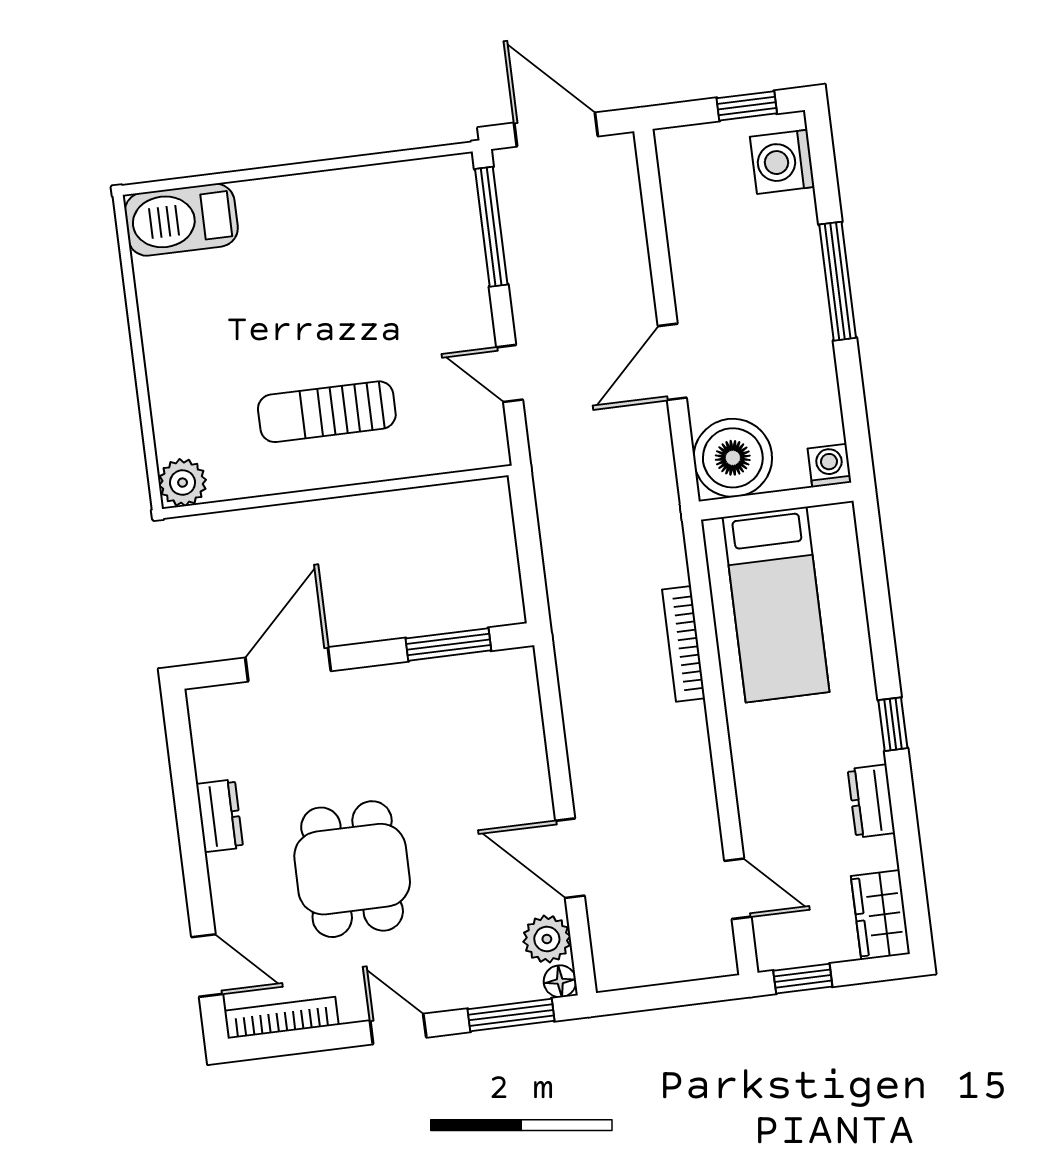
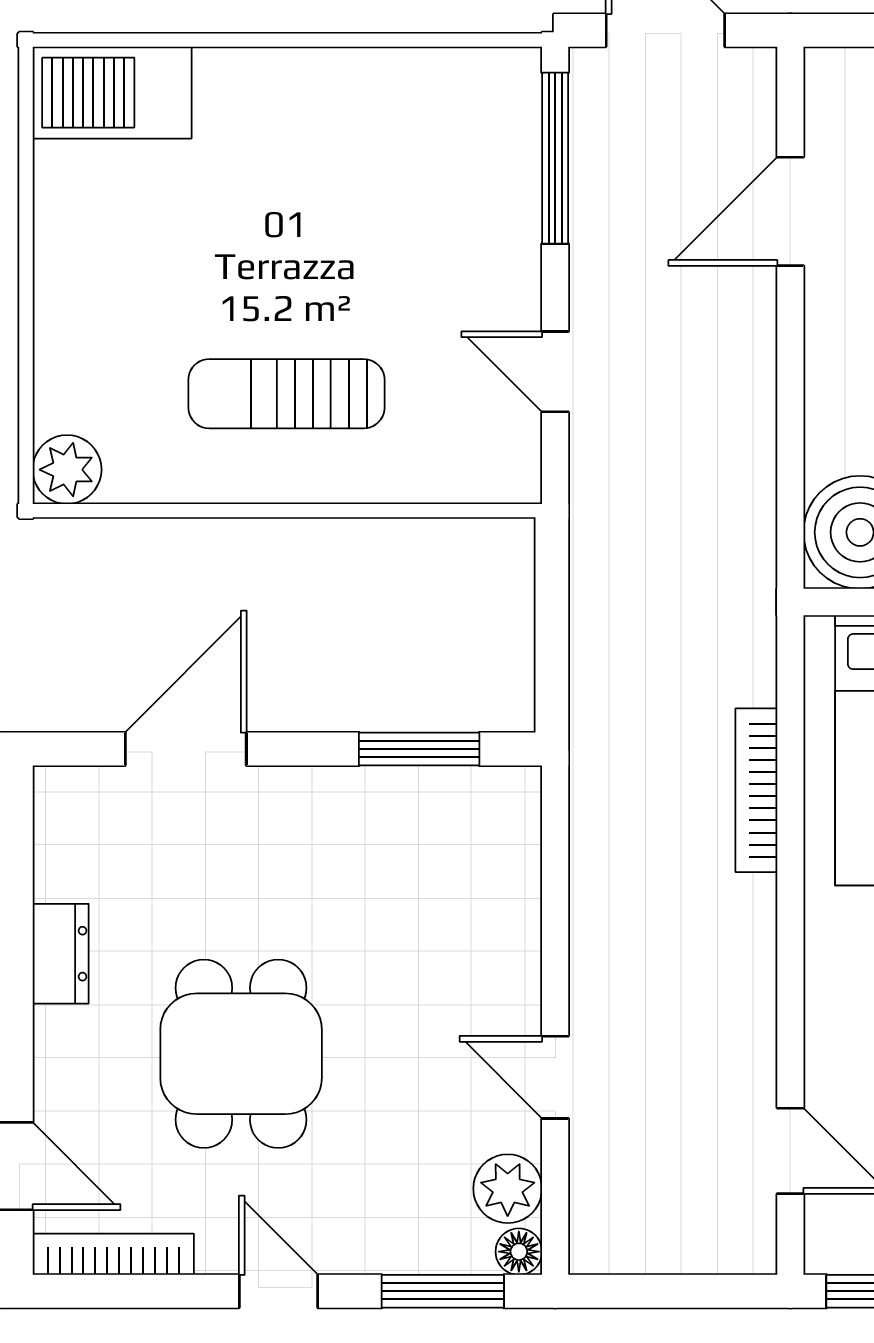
door: (672, 362) -> (790, 211), moved
door: (570, 858) -> (555, 1077), width x0.73

